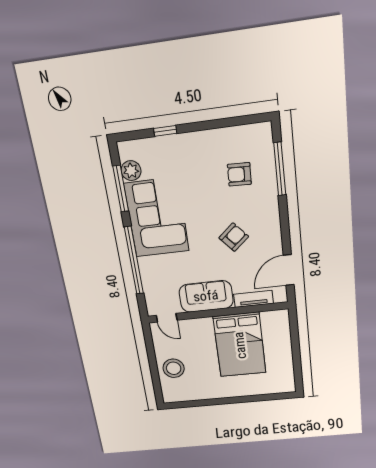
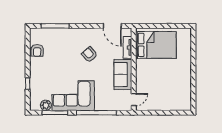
armchair: (239, 174) -> (37, 50), moved
bed: (240, 345) -> (156, 45), moved
stool: (174, 368) -> (167, 101), removed

